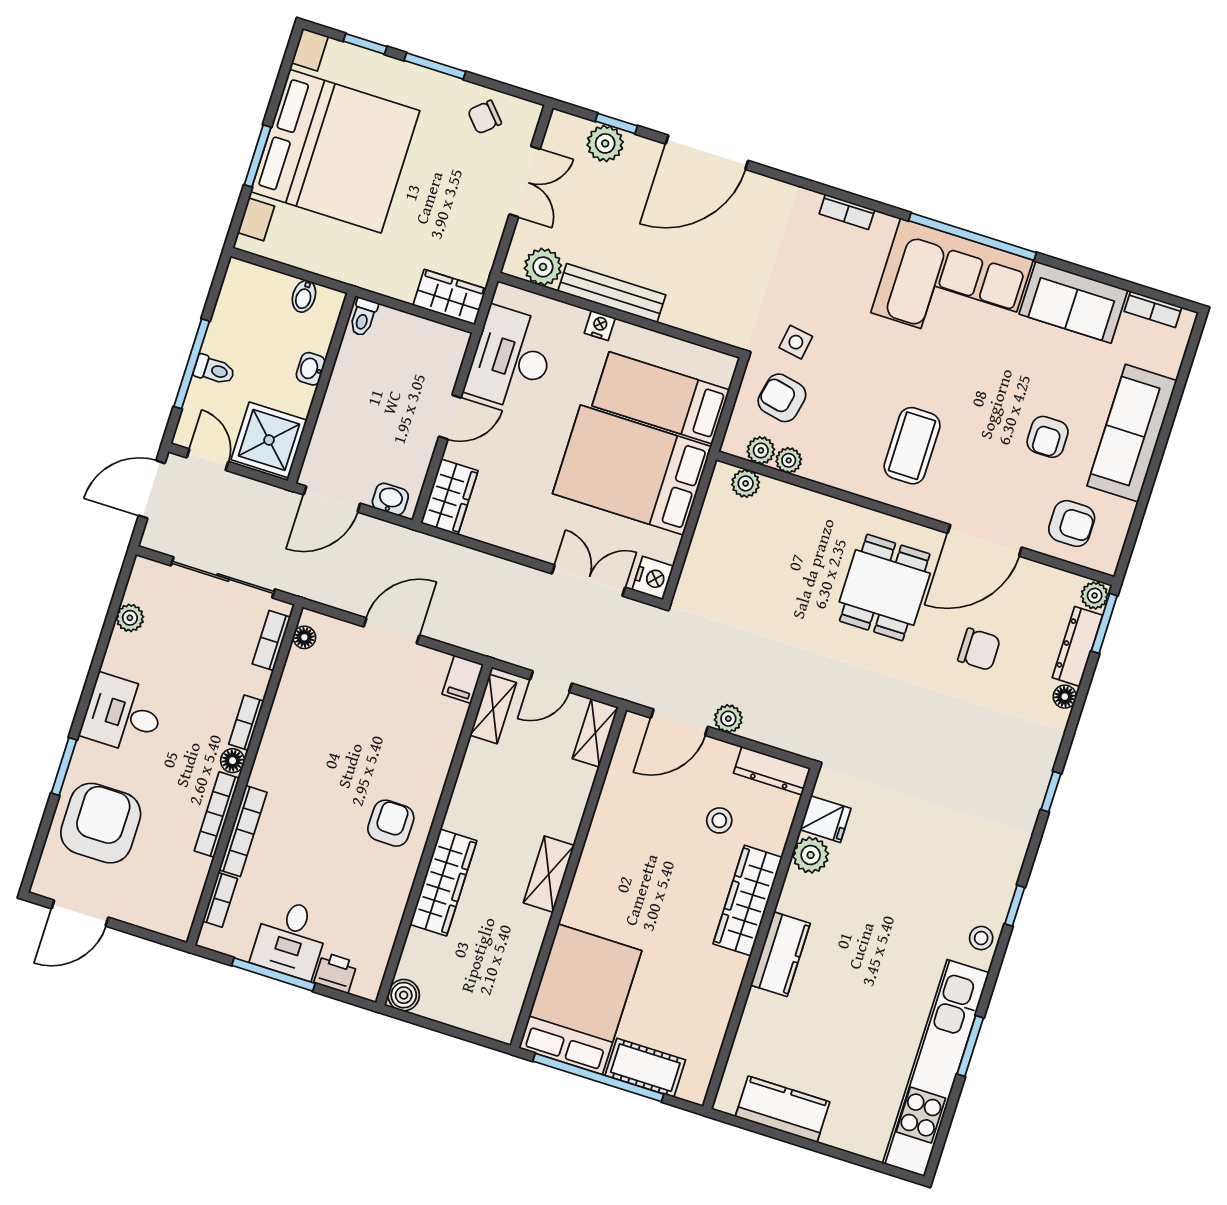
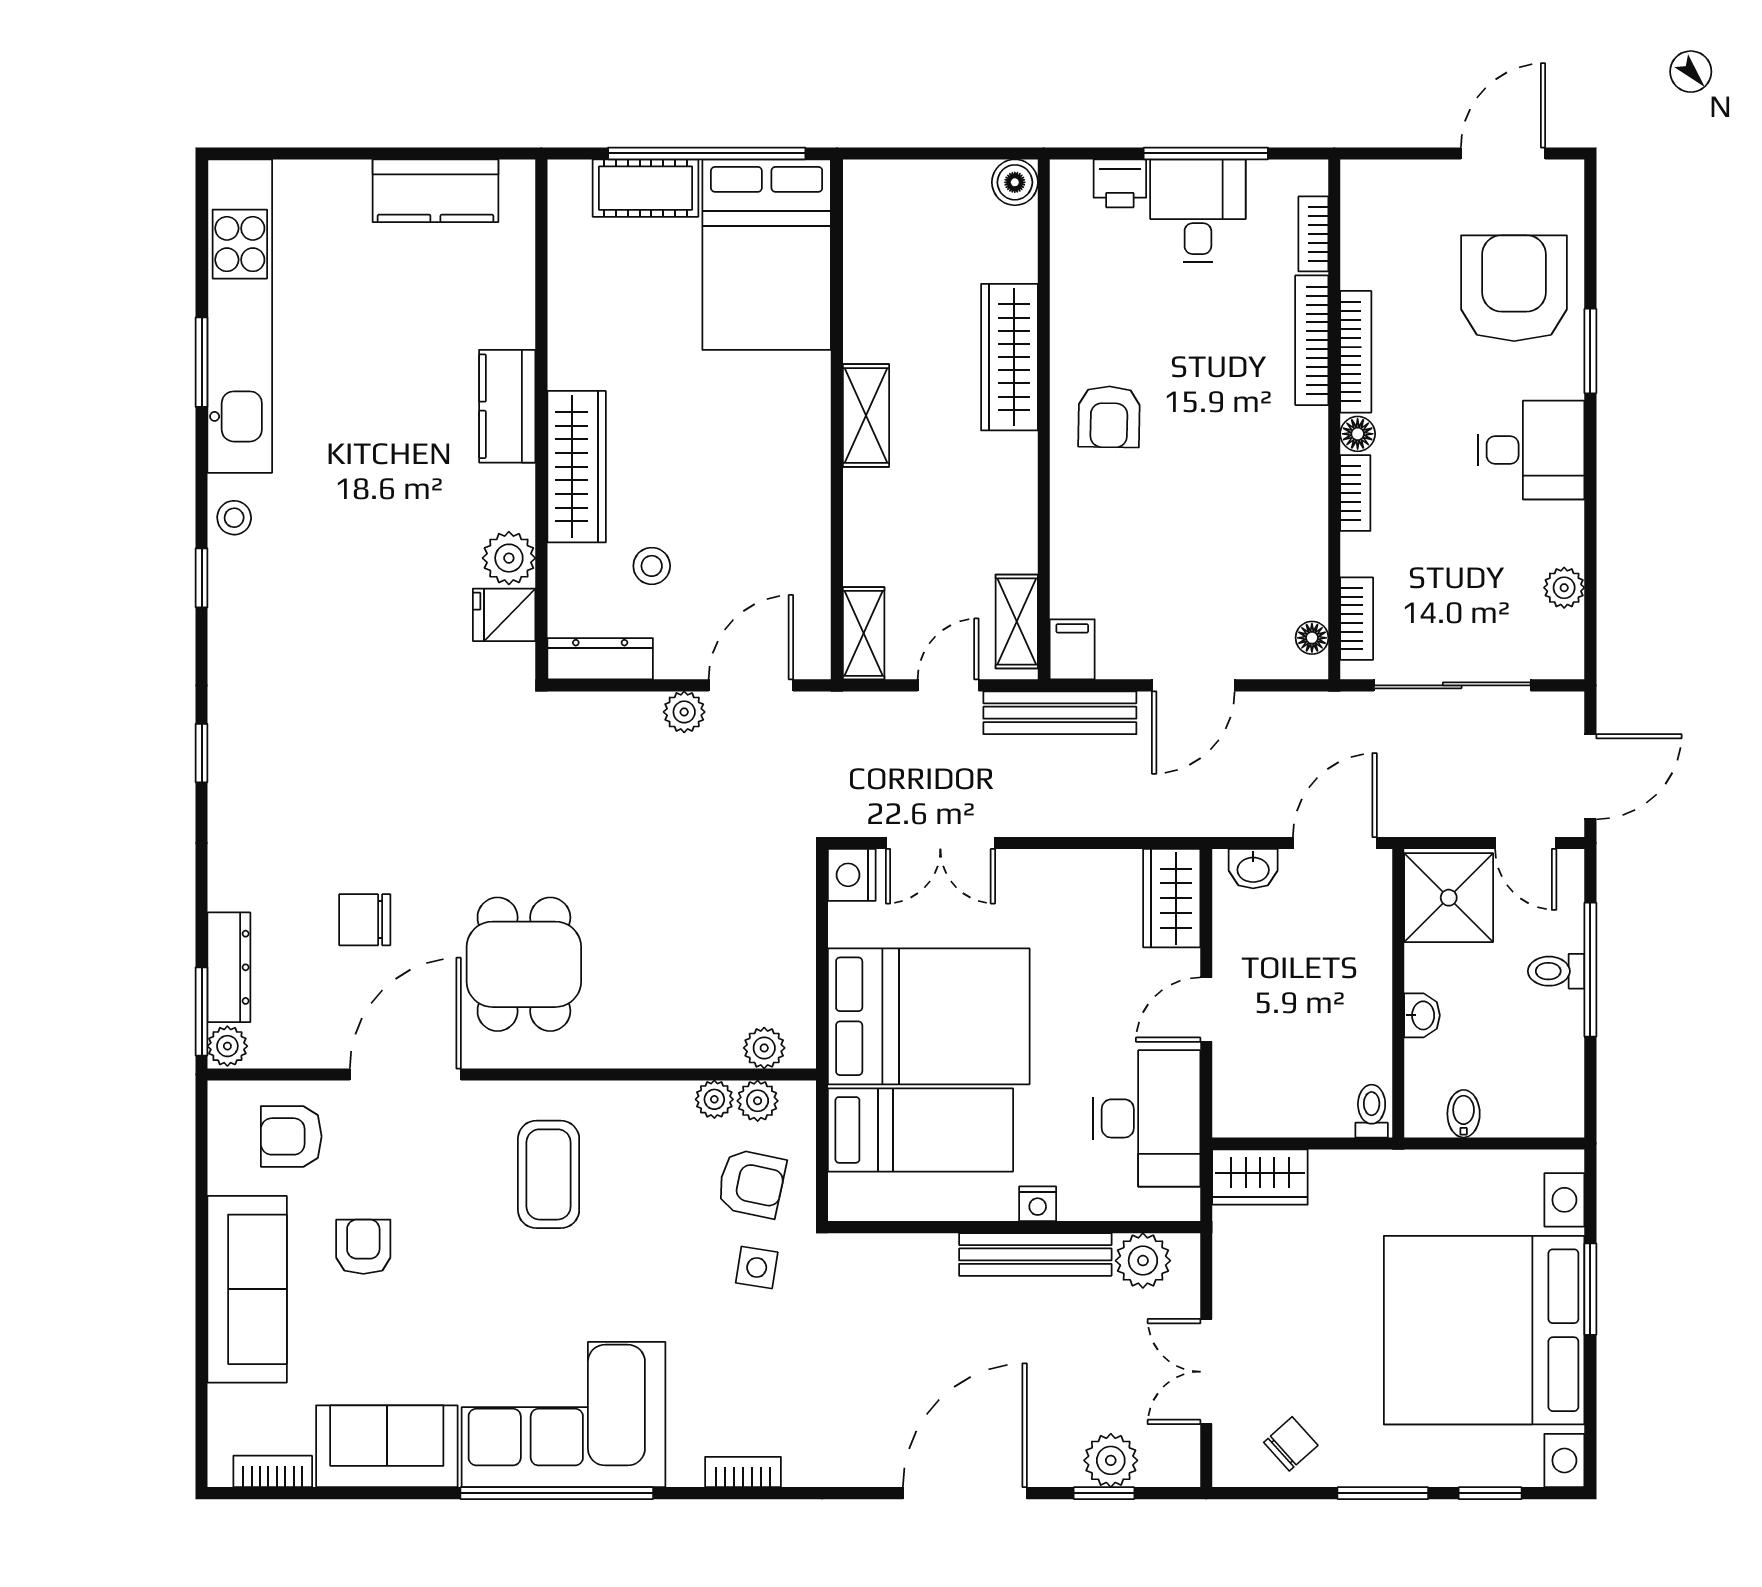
bench: (484, 641) -> (1060, 713), added
floor lamp: (1065, 697) -> (224, 892), removed
armchair: (101, 823) -> (1514, 288), turned 180

